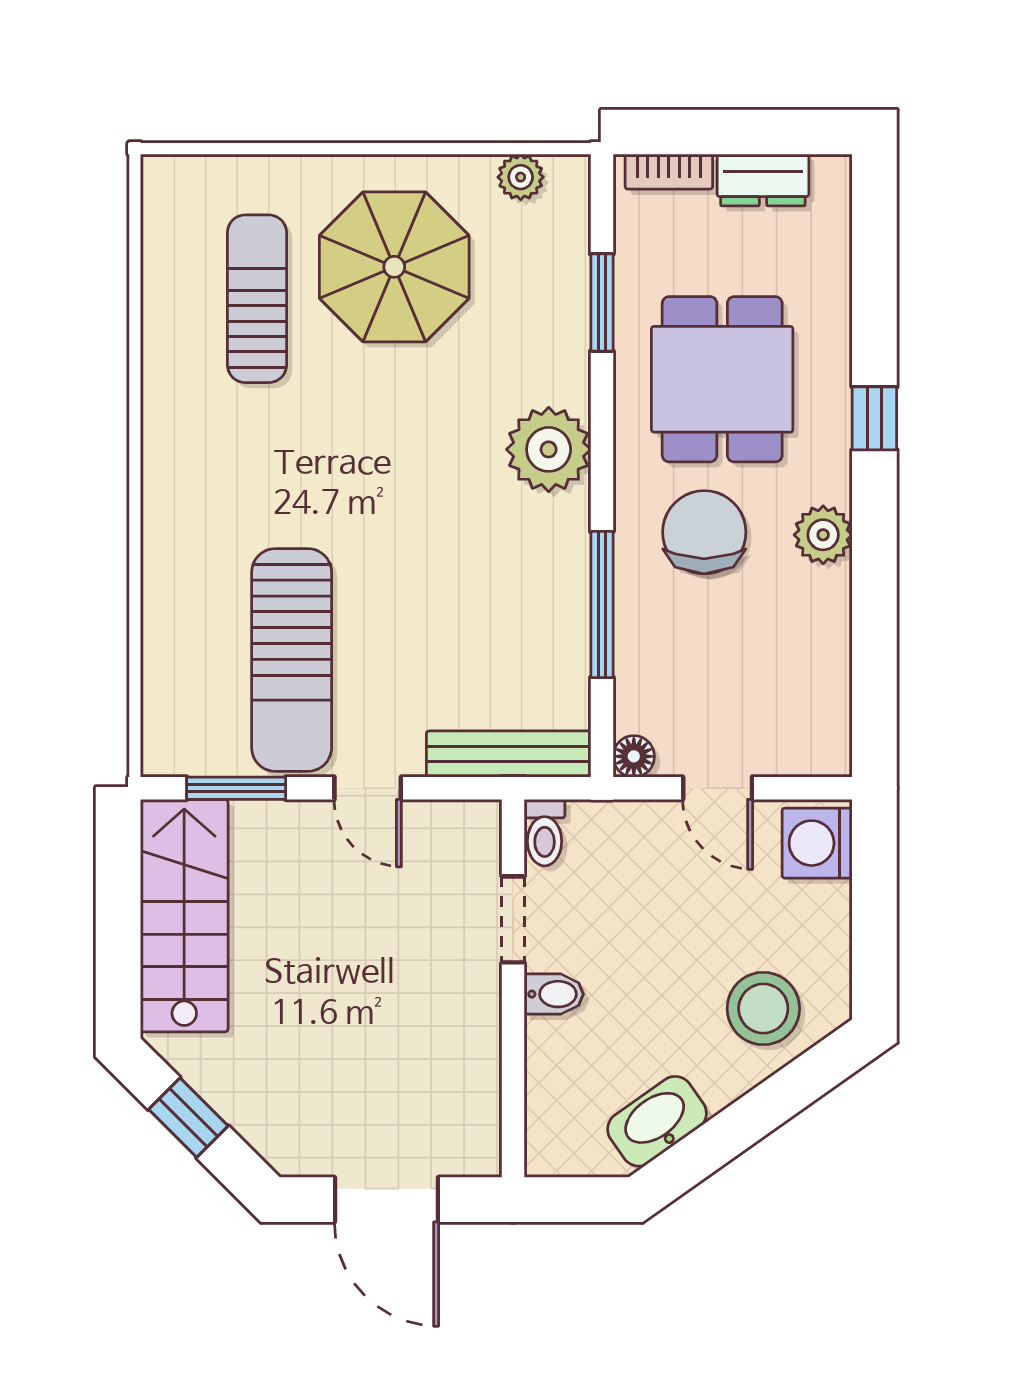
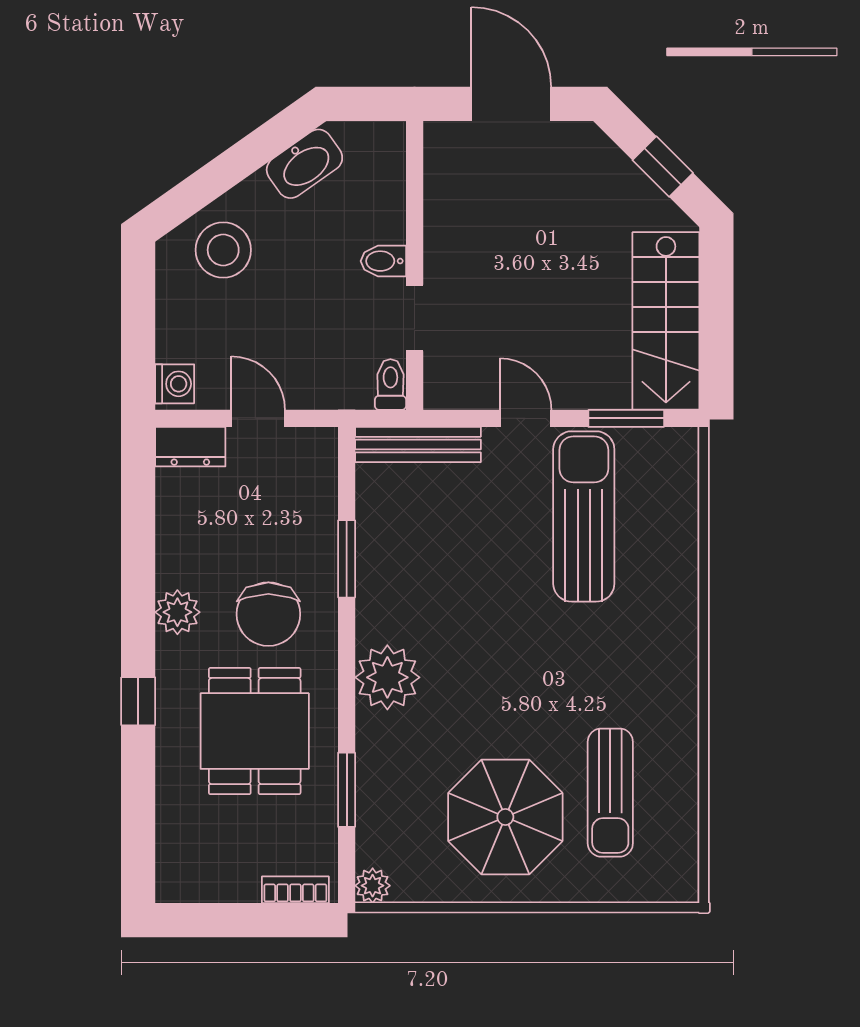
plant: (521, 177) -> (373, 886), moved
dresser: (763, 180) -> (190, 447), moved, turned 180
window: (602, 604) -> (347, 559), width x0.69
floor lamp: (634, 756) -> (322, 443), removed
washing machine: (817, 843) -> (175, 384), width x0.73, depth x0.73

